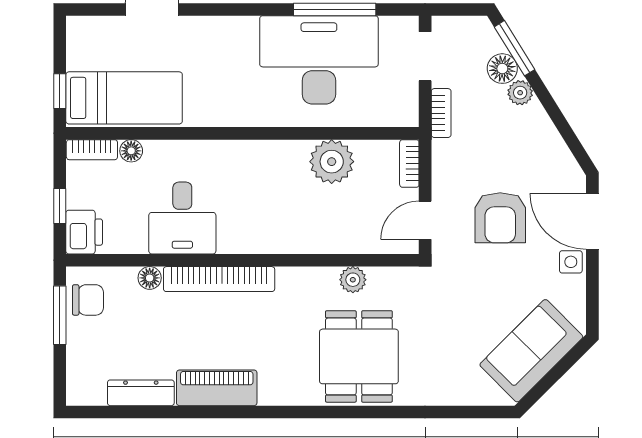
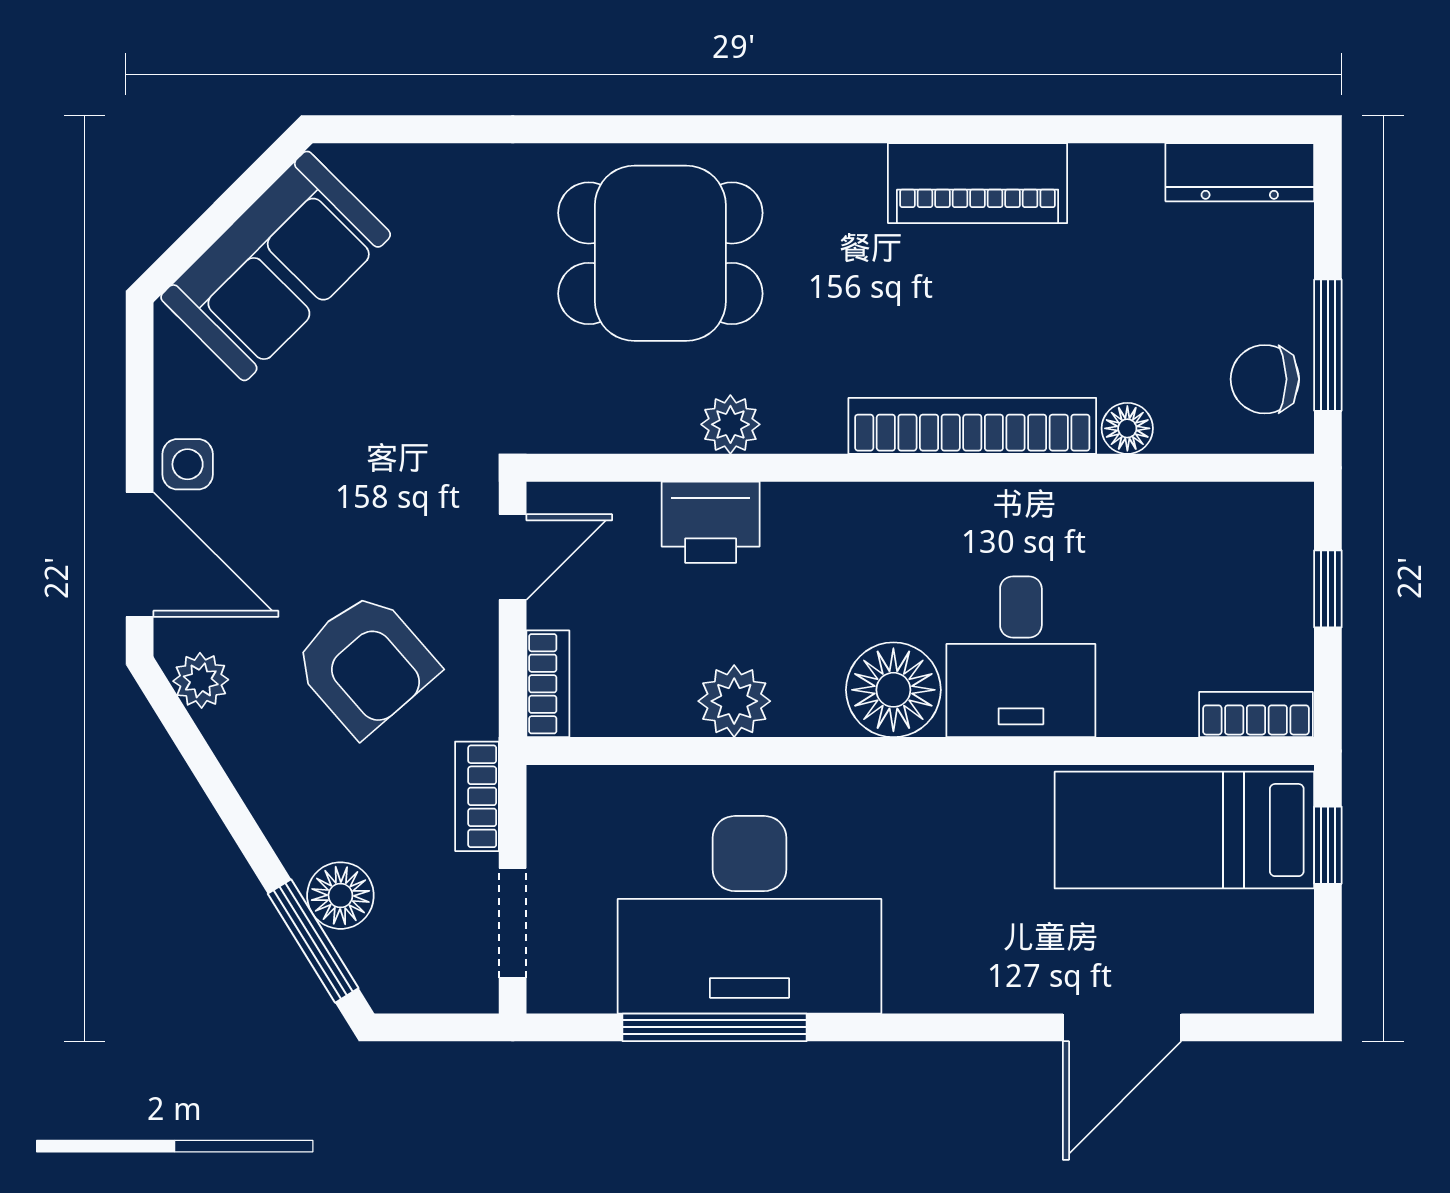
plant: (520, 93) -> (201, 680), moved
floor lamp: (131, 151) -> (893, 690), moved, width x1.89, depth x1.89
plant: (332, 162) -> (734, 701), width x0.73, depth x0.73
desk: (182, 218) -> (1021, 657), moved, turned 180
armchair: (500, 218) -> (365, 664), moved, turned 139
printer: (84, 232) -> (711, 522), moved, turned -90
plant: (353, 280) -> (730, 424), moved
dining table: (359, 356) -> (660, 253), turned 90
dresser: (141, 393) -> (1240, 172), moved

